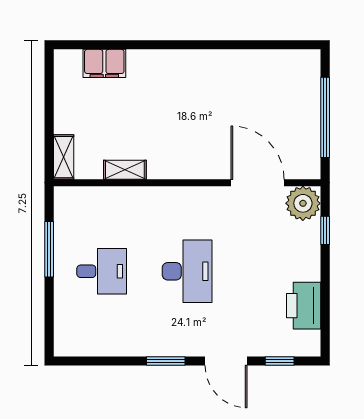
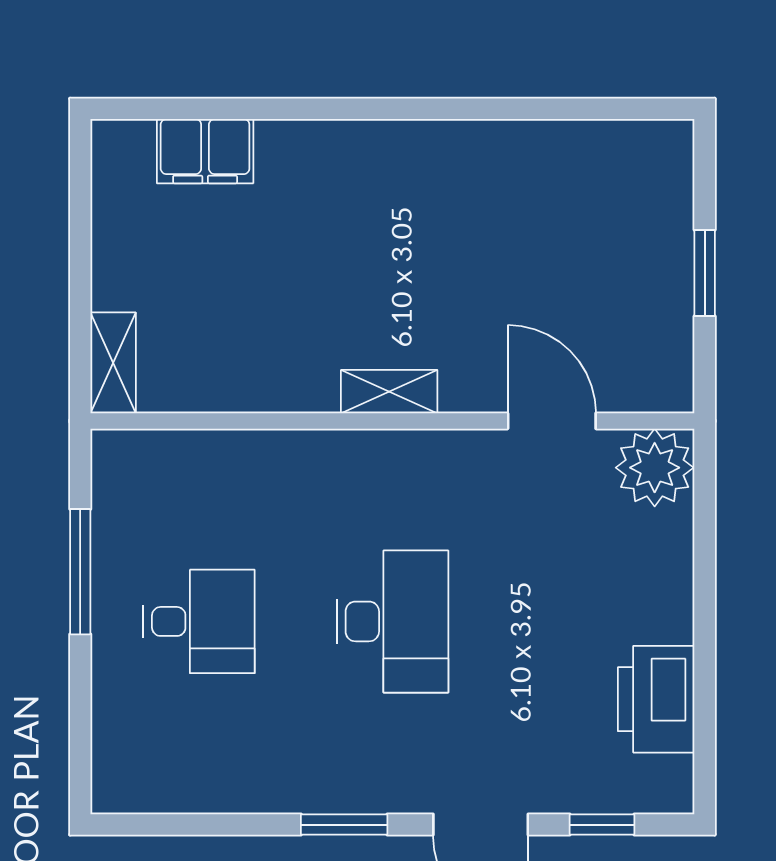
window: (325, 117) -> (705, 273), width x0.47
shelving: (125, 170) -> (389, 392), moved
door: (258, 183) -> (552, 421), width x0.73
window: (325, 230) -> (705, 529), removed

